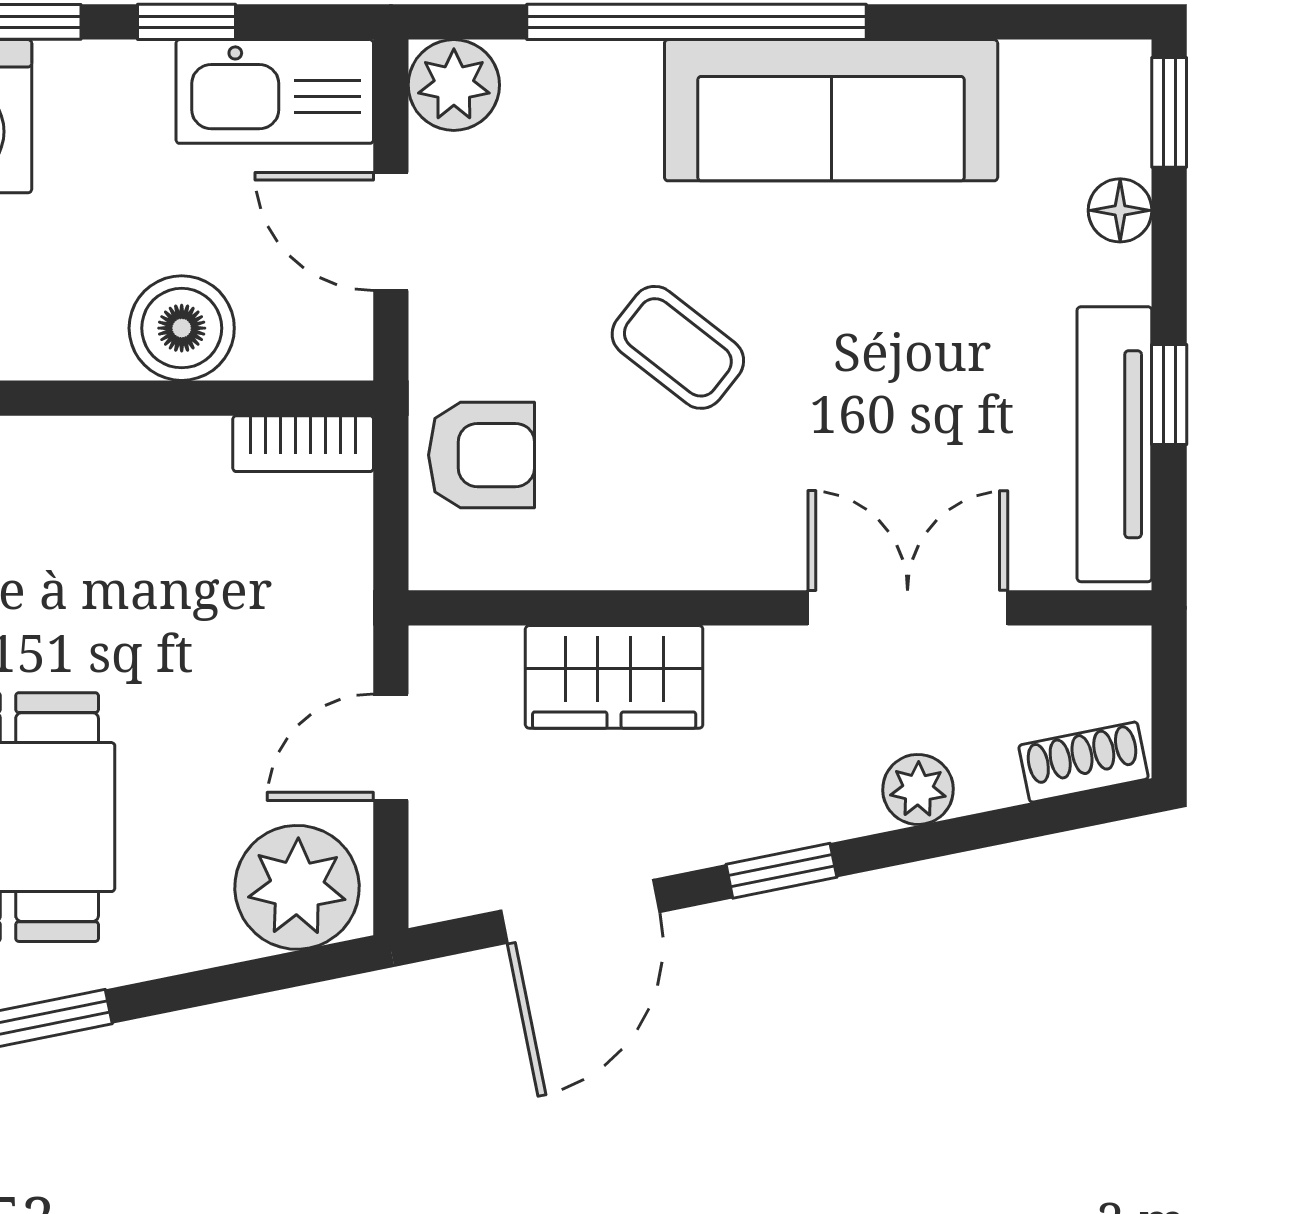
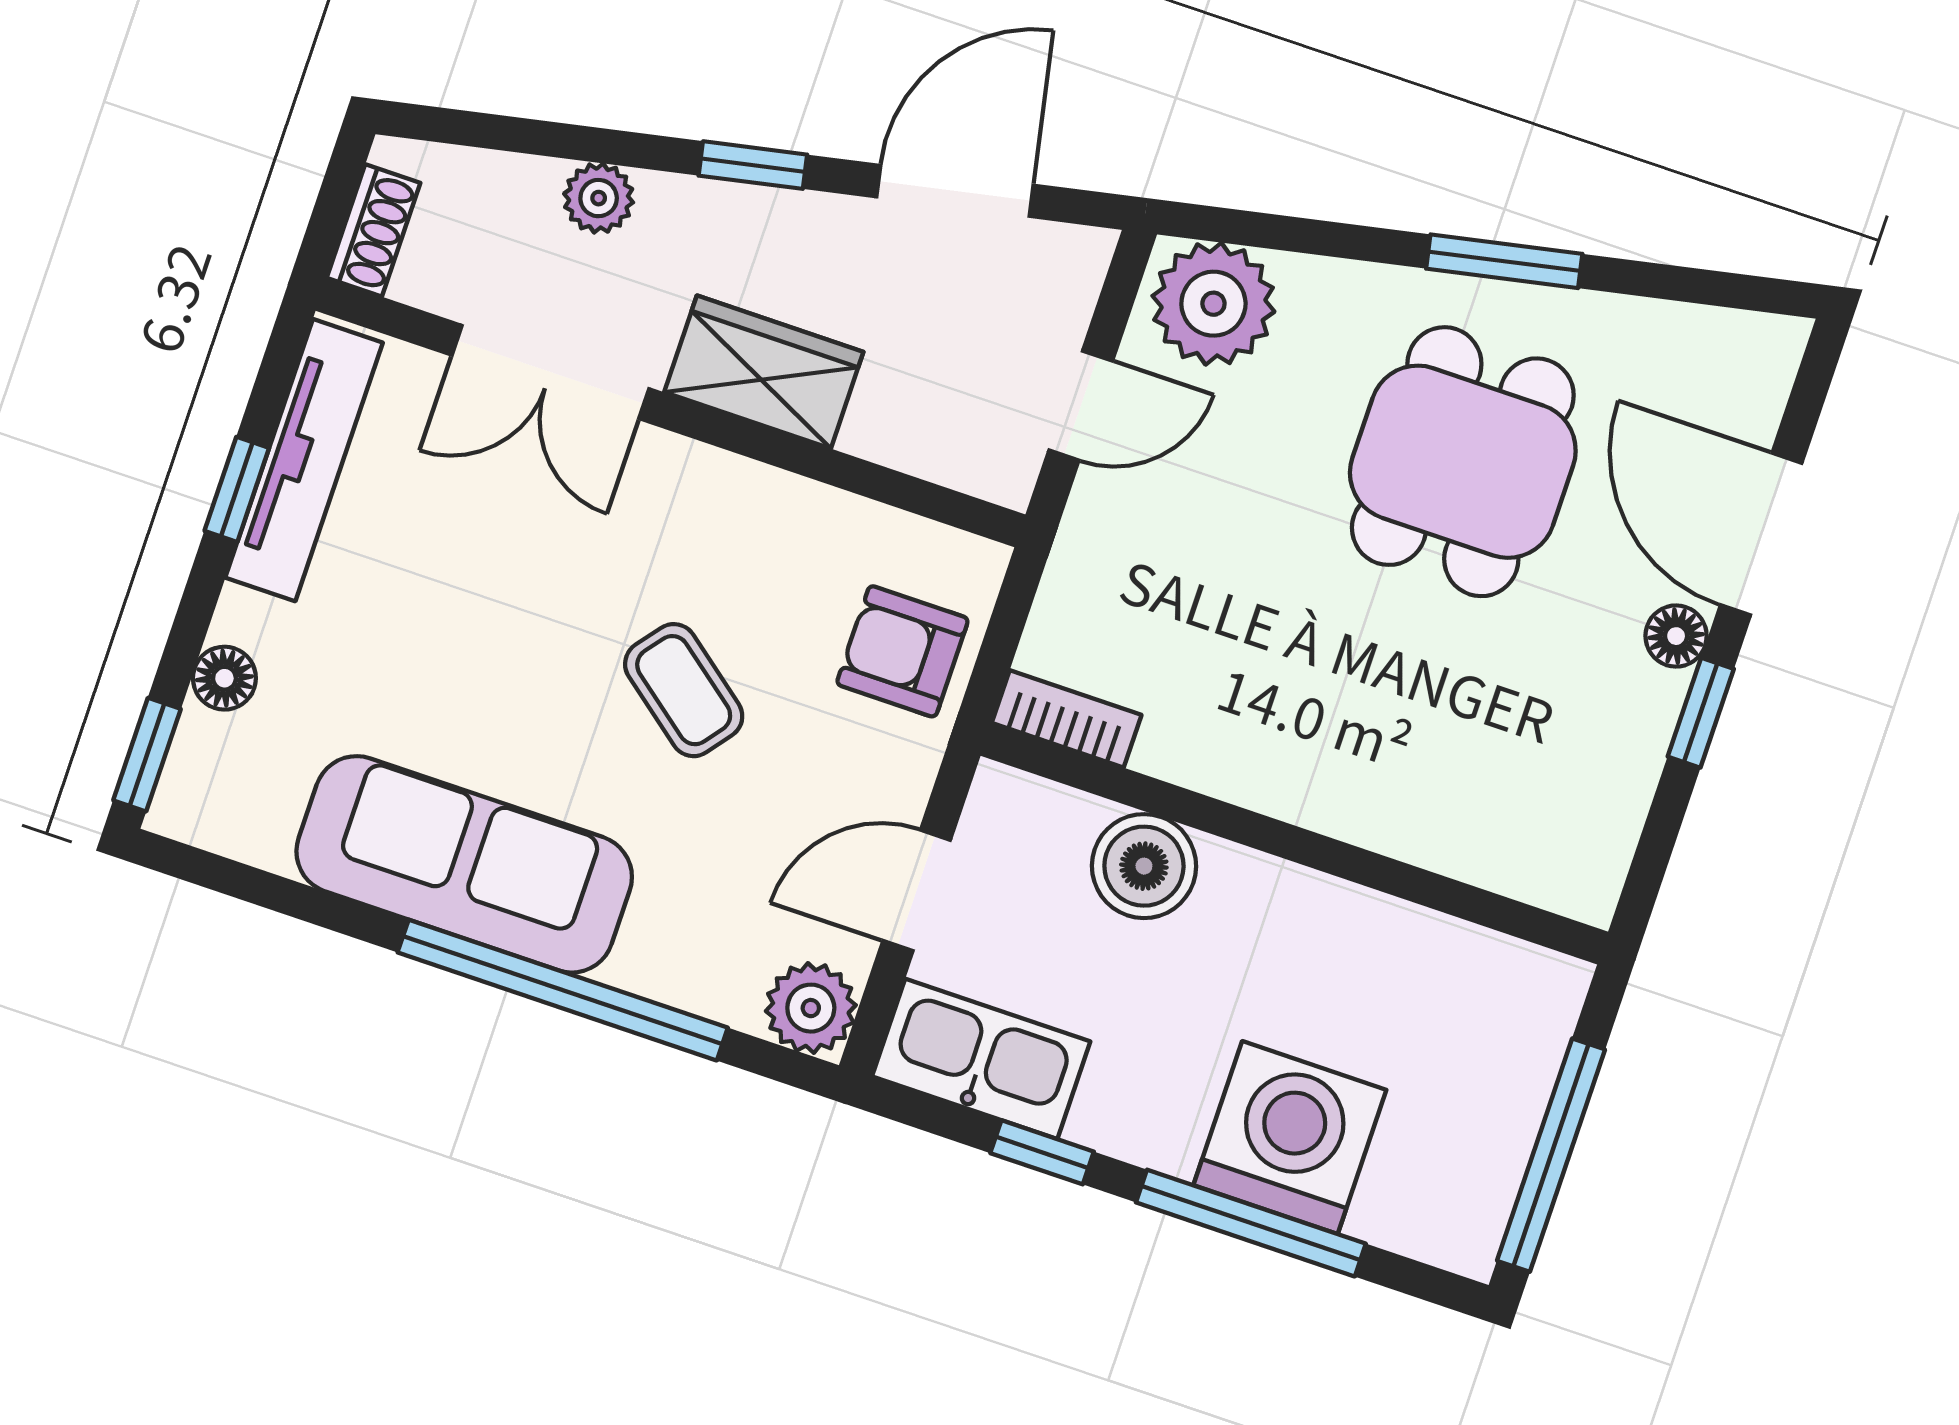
door: (391, 231) -> (917, 890), swing flipped
wardrobe: (614, 677) -> (764, 372), moved
shoe rack: (1083, 762) -> (374, 230), moved, turned -79

